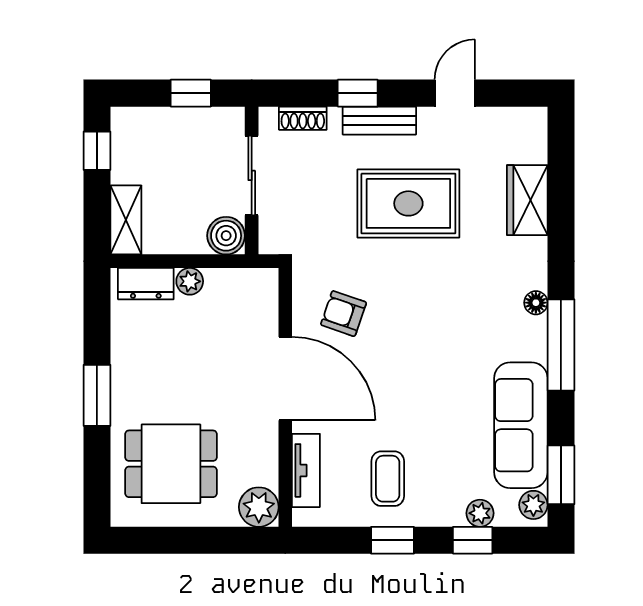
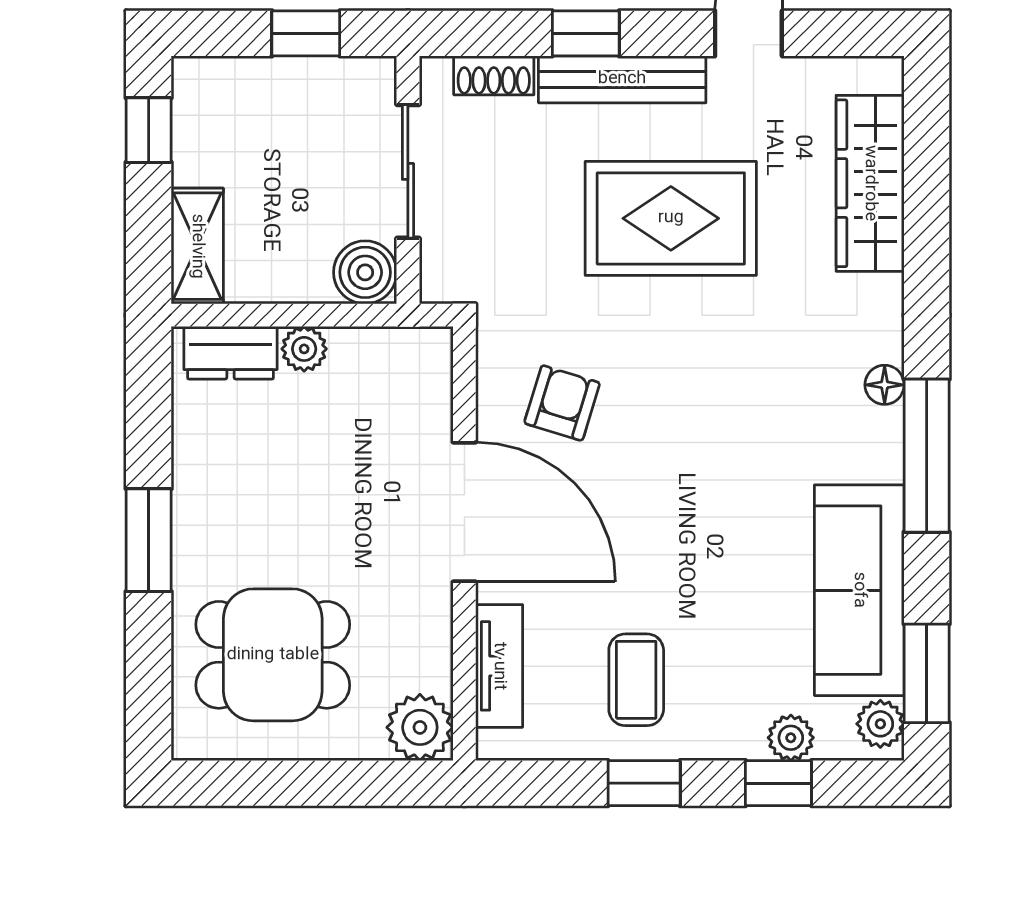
bench: (379, 121) -> (622, 79), width x1.36
wardrobe: (527, 200) -> (870, 183), width x1.50
armchair: (344, 314) -> (562, 403), turned 88

